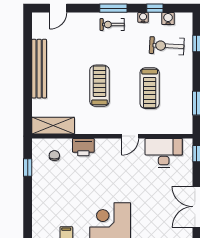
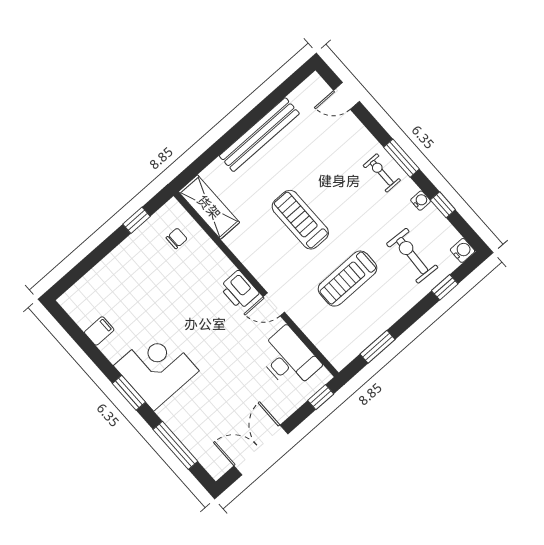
water cooler: (168, 19) -> (462, 250), moved
treadmill: (100, 86) -> (300, 220), turned -90
printer: (83, 147) -> (239, 290), moved

